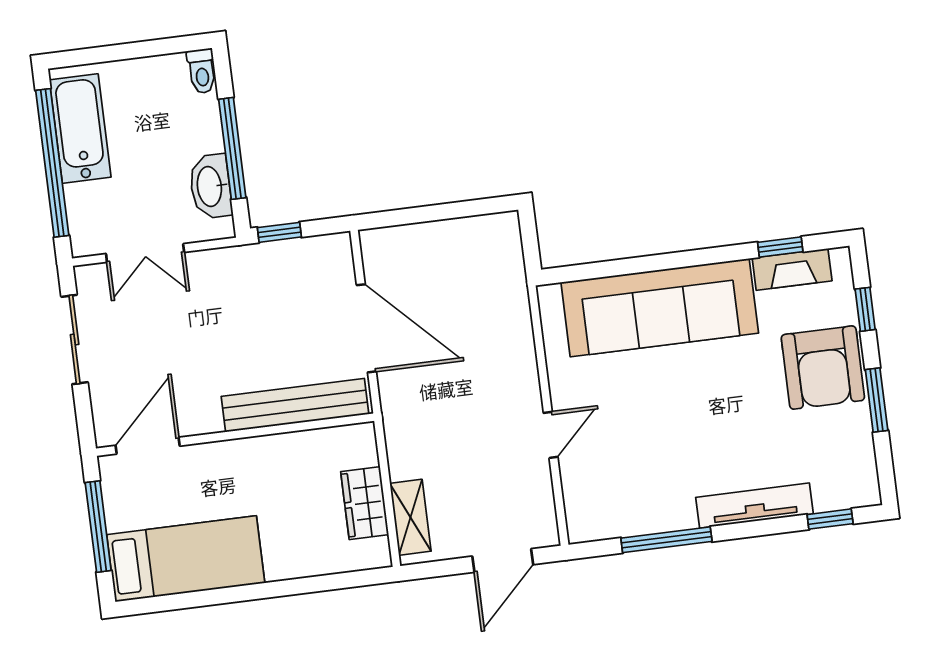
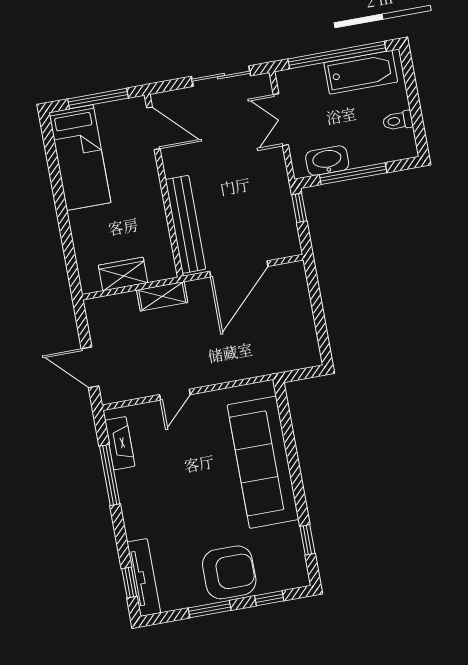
toilet: (202, 71) -> (398, 121), moved
fireplace: (792, 269) -> (120, 443), moved, turned 180
armchair: (823, 368) -> (229, 572), turned 180
door: (551, 435) -> (175, 395), hinge flipped
tv unit: (755, 506) -> (144, 577), moved
shelving: (410, 517) -> (162, 296), moved

